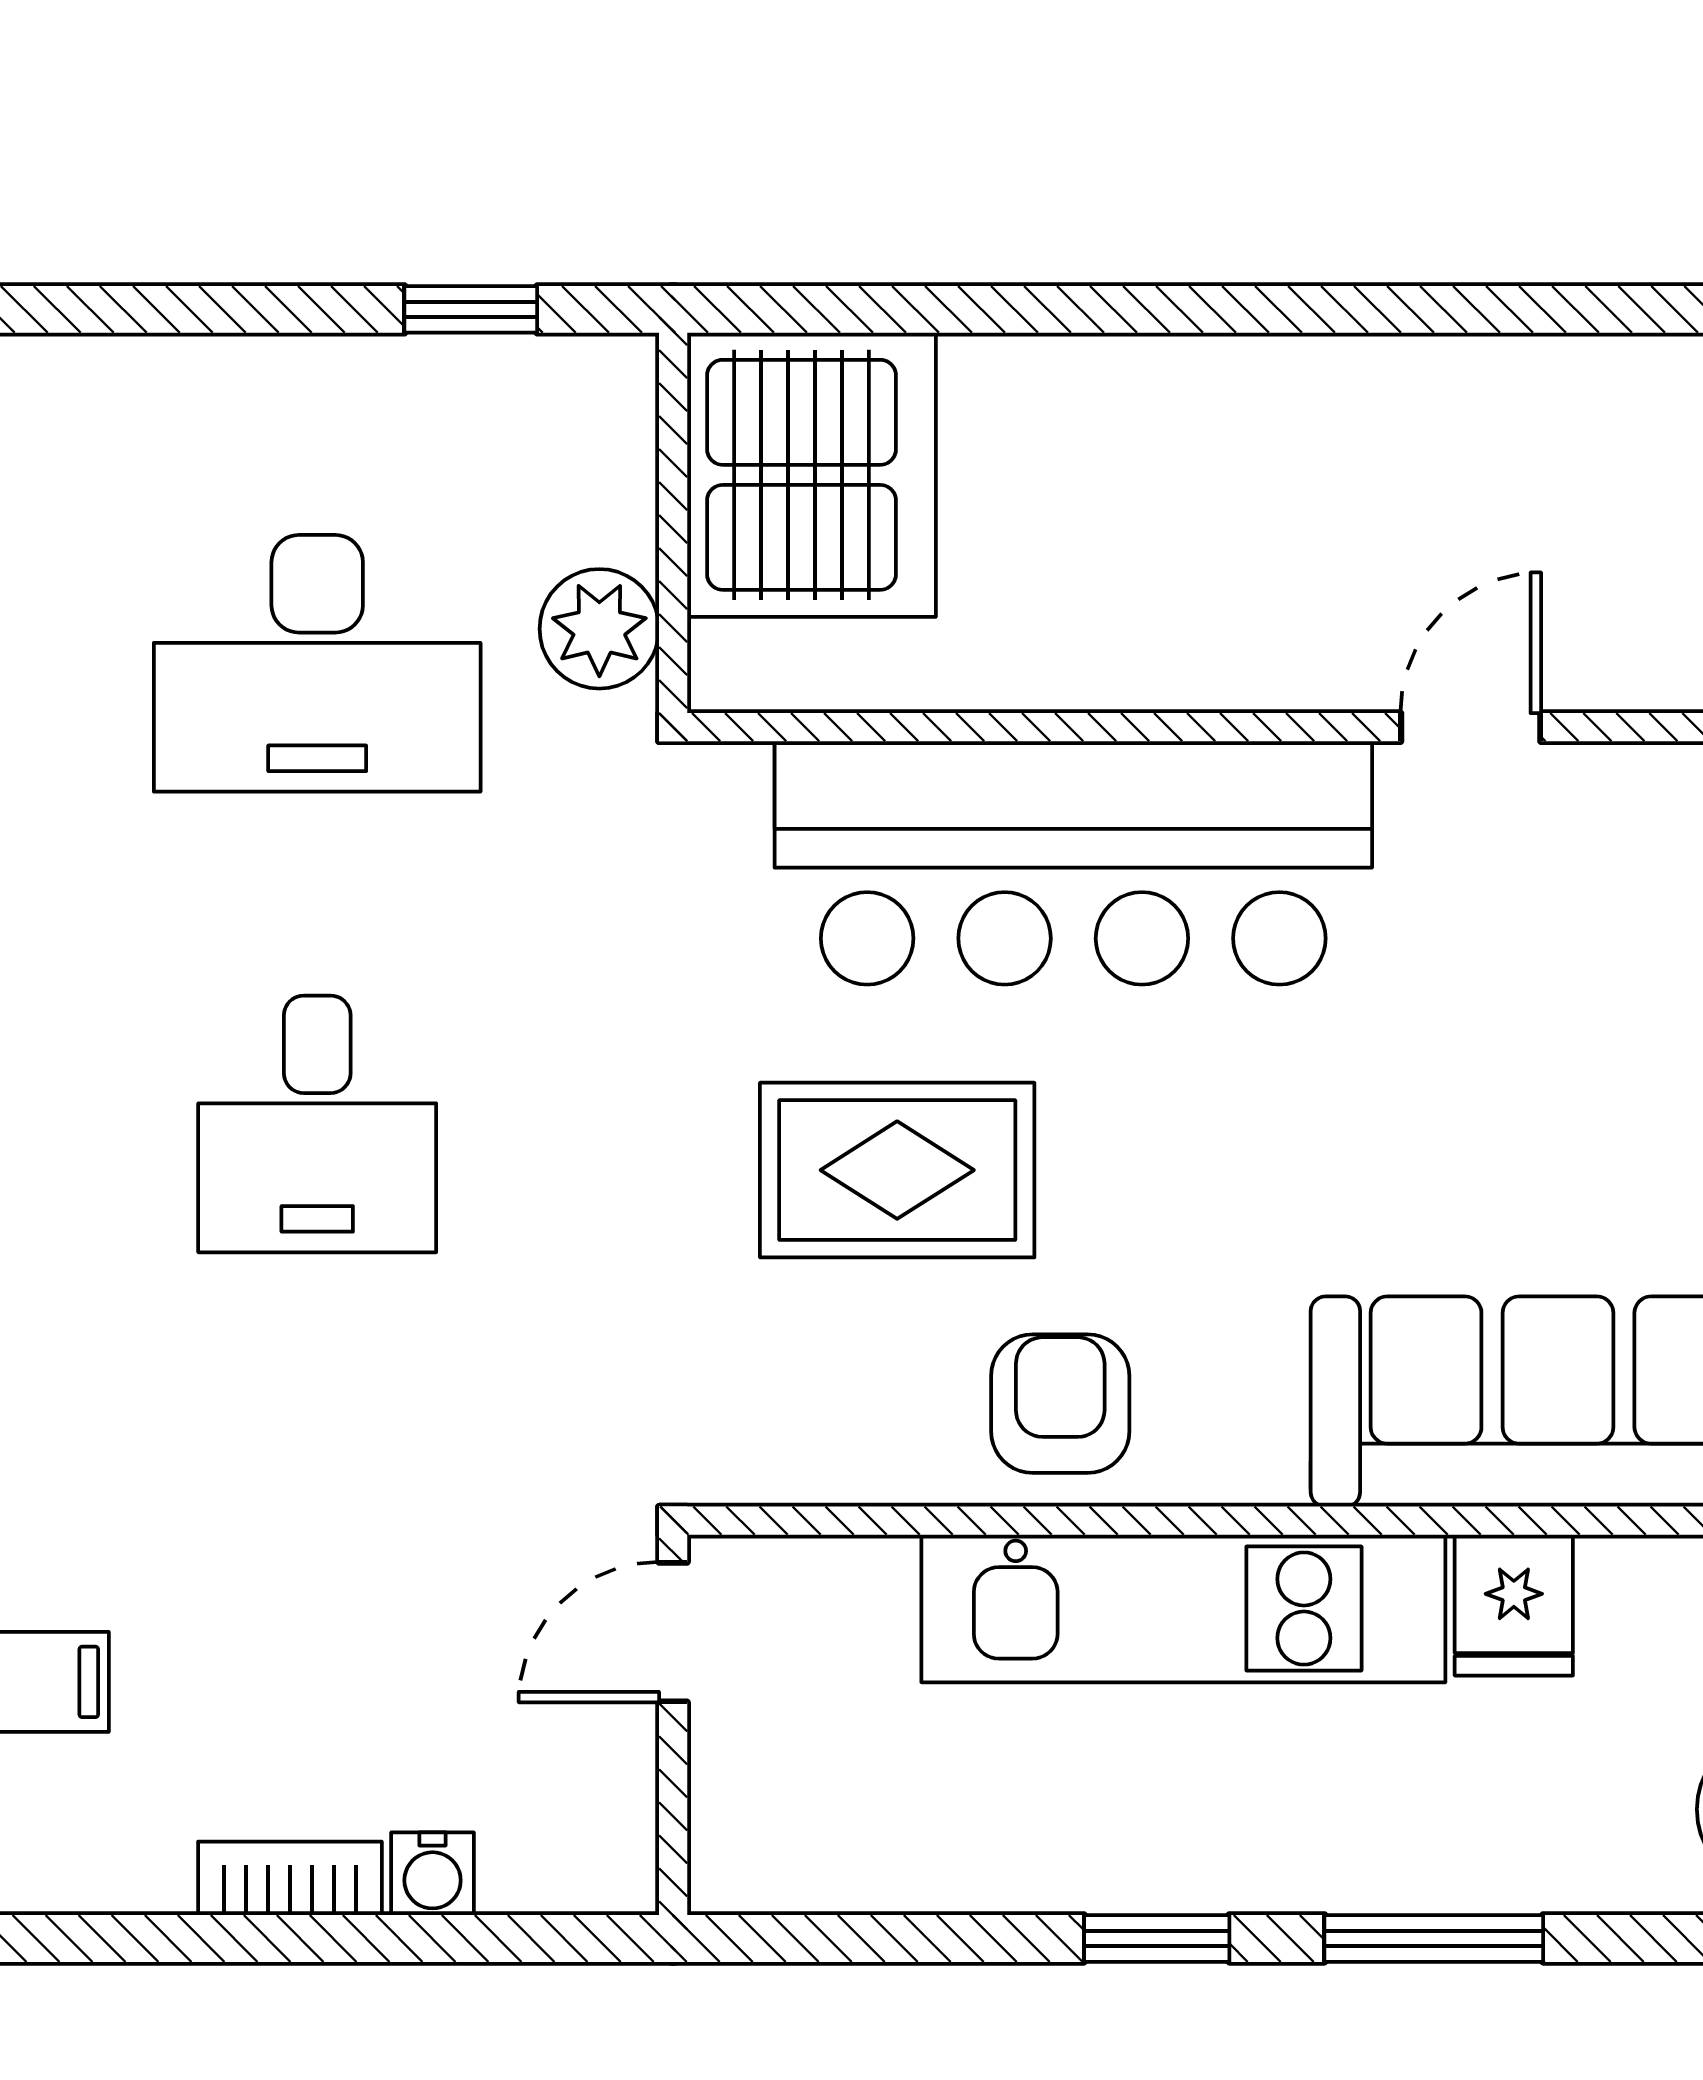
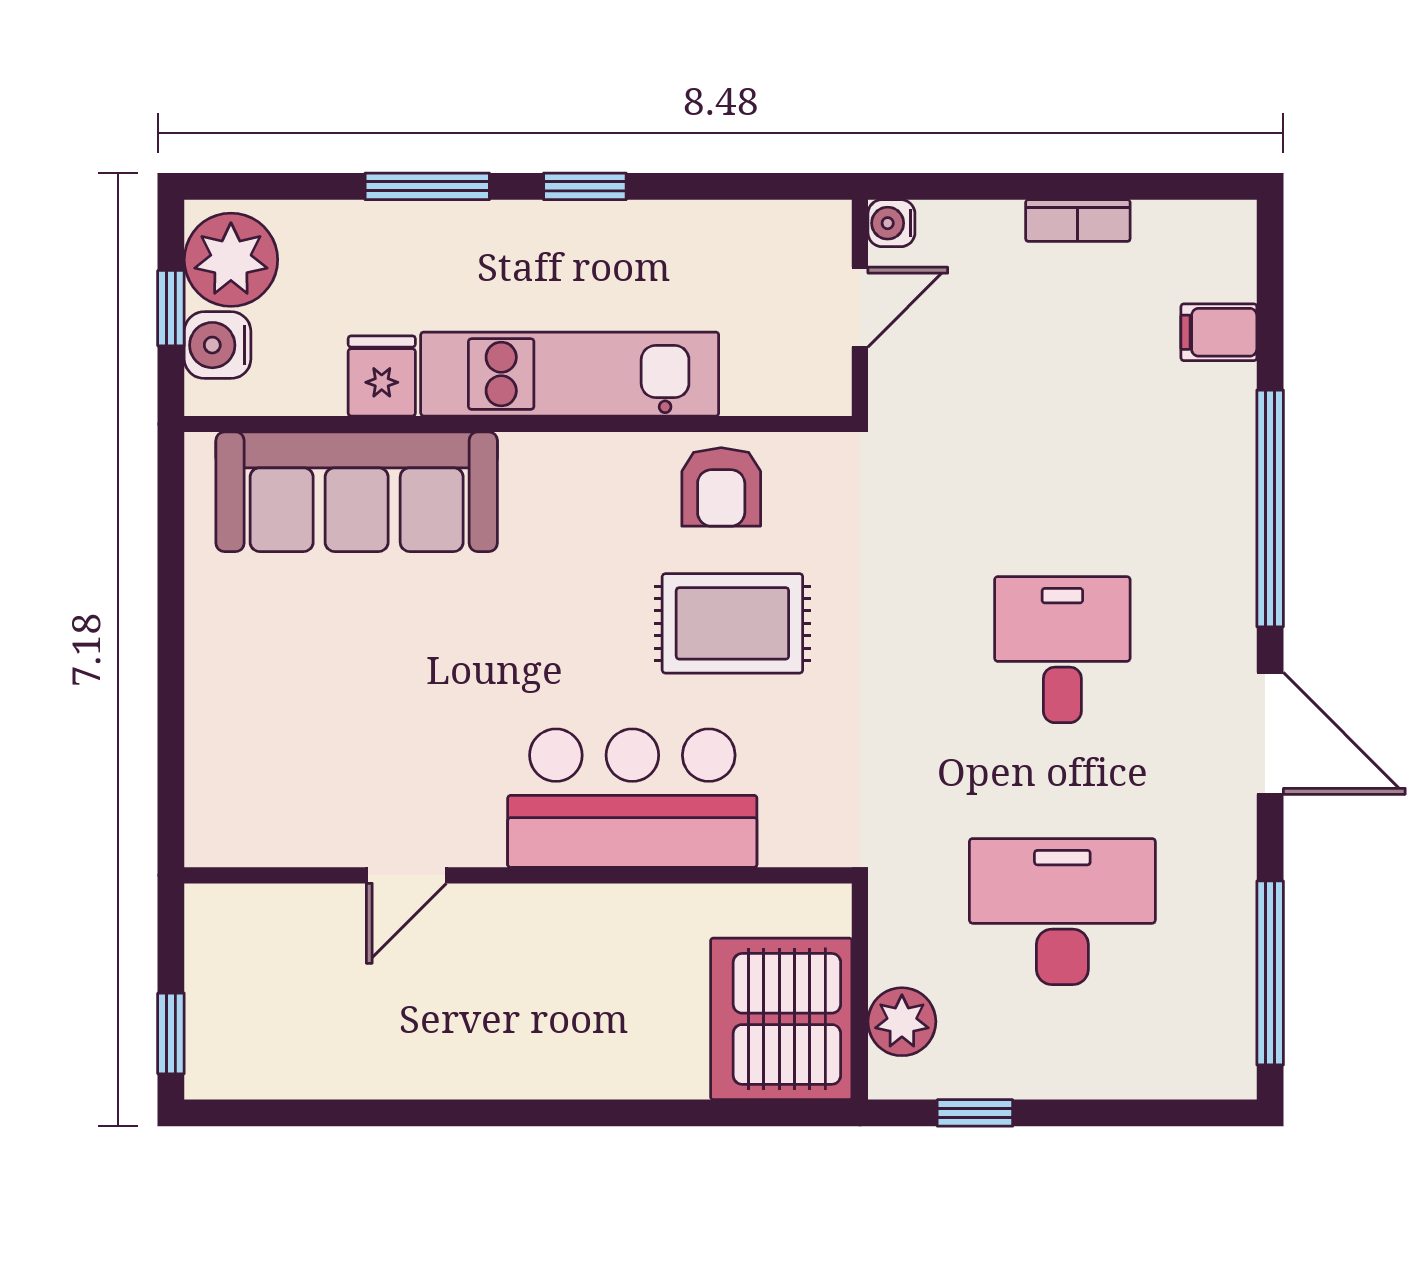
plant: (599, 629) -> (902, 1022), moved
bar counter: (1073, 863) -> (632, 798), width x0.73
armchair: (1060, 1404) -> (721, 487), moved
door: (673, 1632) -> (860, 307), moved
water cooler: (433, 1874) -> (891, 223), moved, turned -90

